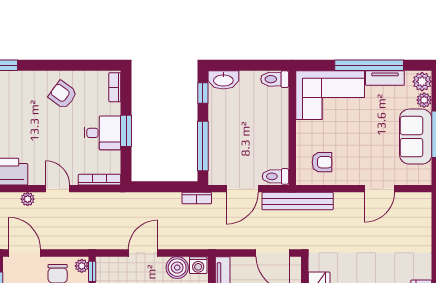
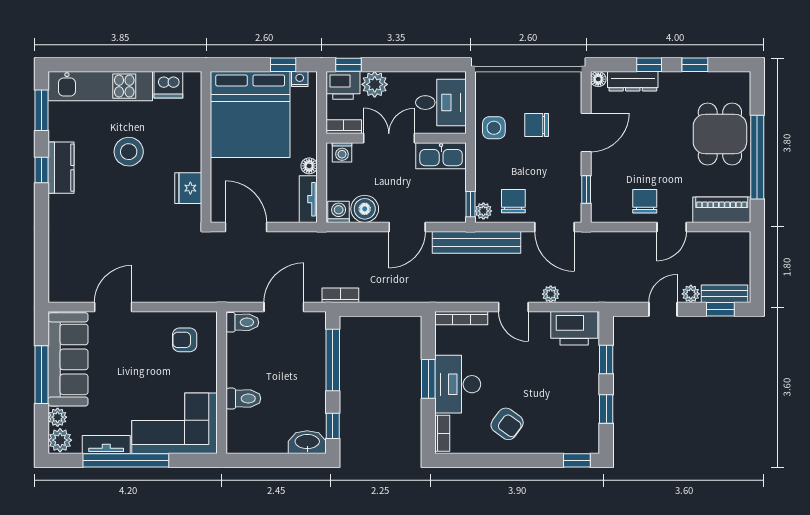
toilet: (275, 79) -> (243, 399), moved
desk: (102, 133) -> (458, 384), width x1.37
sofa: (416, 137) -> (68, 359), width x1.36
bench: (298, 201) -> (476, 242), moved

